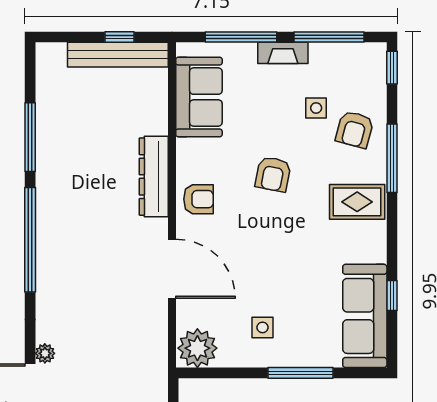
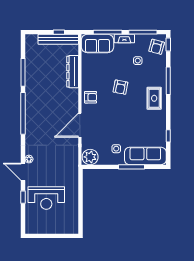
sofa: (199, 97) -> (98, 44), moved, turned 90
armchair: (355, 129) -> (157, 47), moved
dresser: (154, 177) -> (73, 72), moved
rug: (357, 202) -> (154, 98), turned 90
door: (172, 269) -> (80, 125), swing flipped
sofa: (365, 316) -> (145, 156), moved, turned 90

